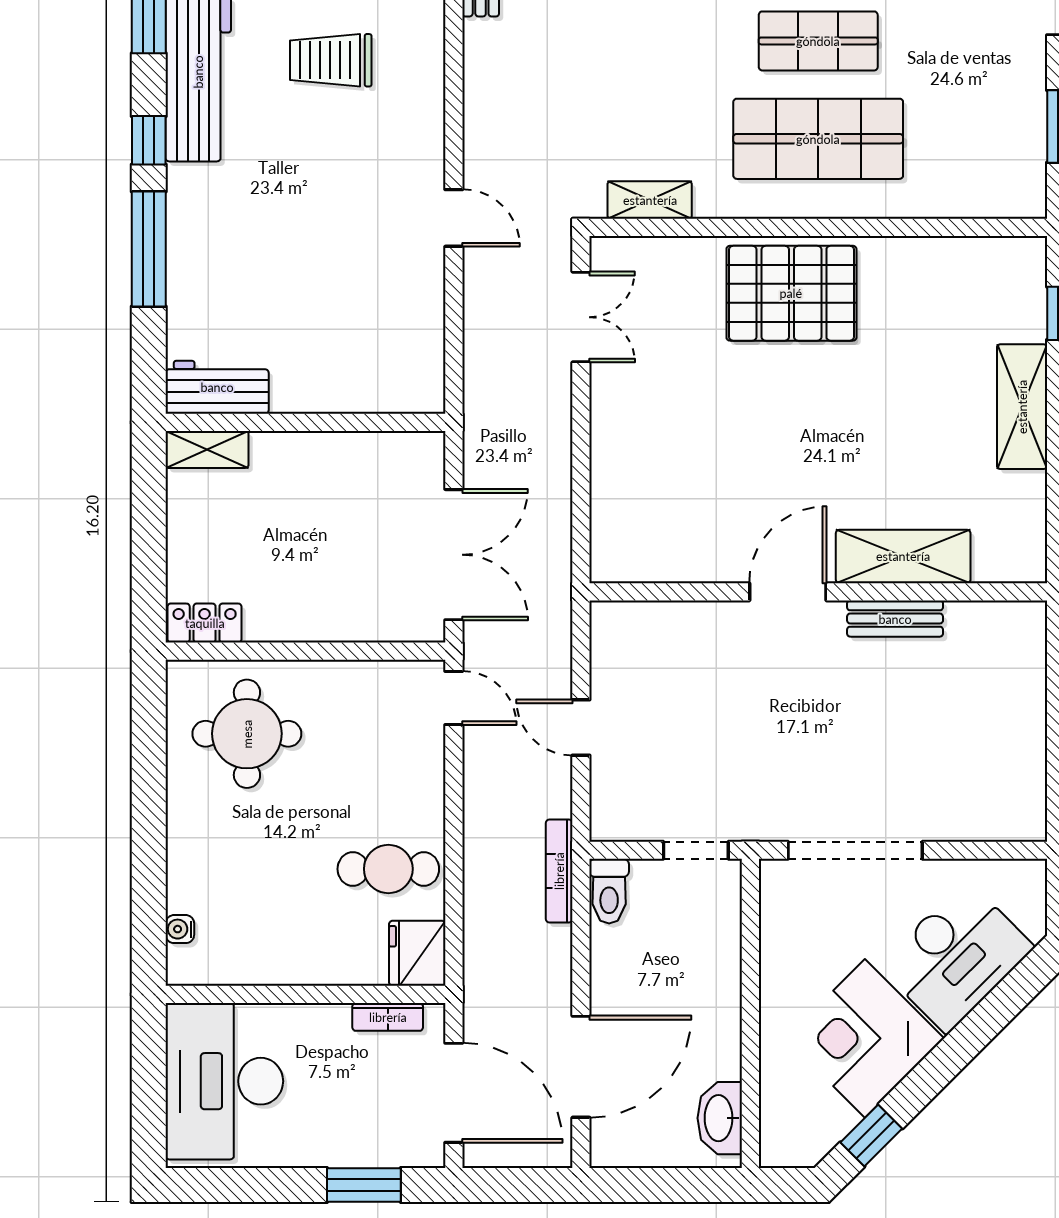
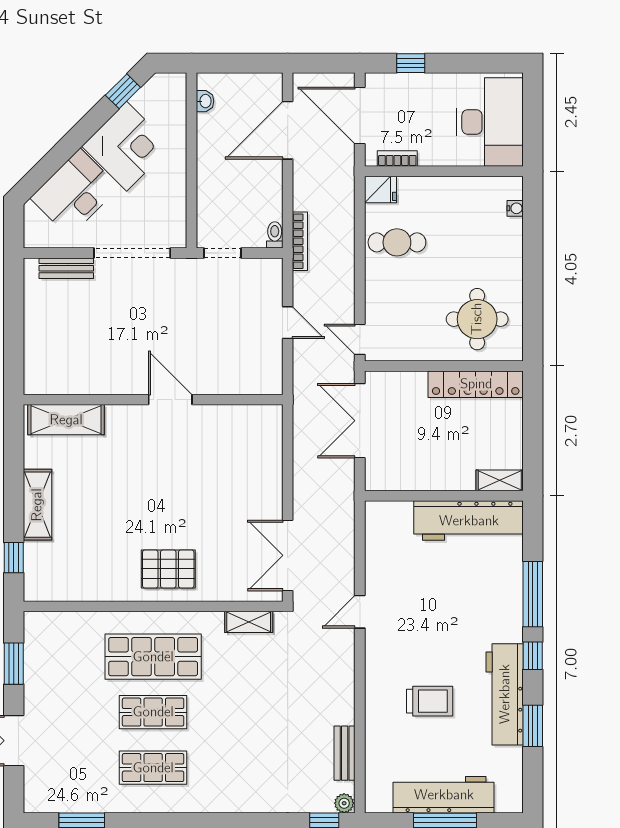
door: (454, 218) -> (360, 612), hinge flipped
pallet: (791, 293) -> (168, 569), width x0.73, depth x0.71
double door: (581, 317) -> (288, 555), width x1.37
workbench: (217, 387) -> (469, 521), width x1.88, depth x1.32
shelving: (903, 556) -> (66, 420), moved
door: (788, 592) -> (170, 400), swing flipped
bench: (895, 619) -> (66, 268), moved
locker: (205, 623) -> (476, 384), width x2.16, depth x1.21
toilet: (609, 891) -> (275, 235), width x0.73, depth x0.72
fridge: (417, 953) -> (381, 189), width x0.72
washbasin: (720, 1118) -> (205, 101), width x0.52, depth x0.69
window: (364, 1185) -> (411, 63), width x0.67

